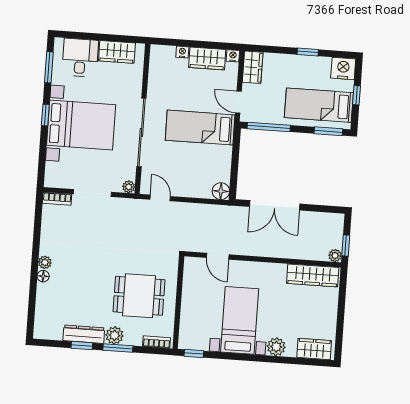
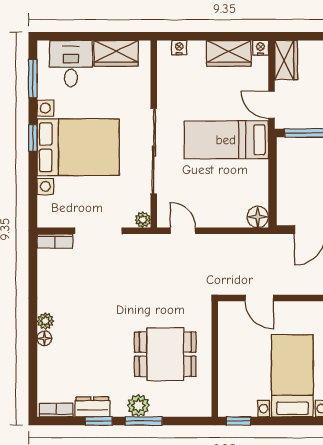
nightstand: (182, 52) -> (179, 48), moved
dresser: (84, 334) -> (92, 407), width x0.70
bookcase: (157, 342) -> (56, 410), moved

